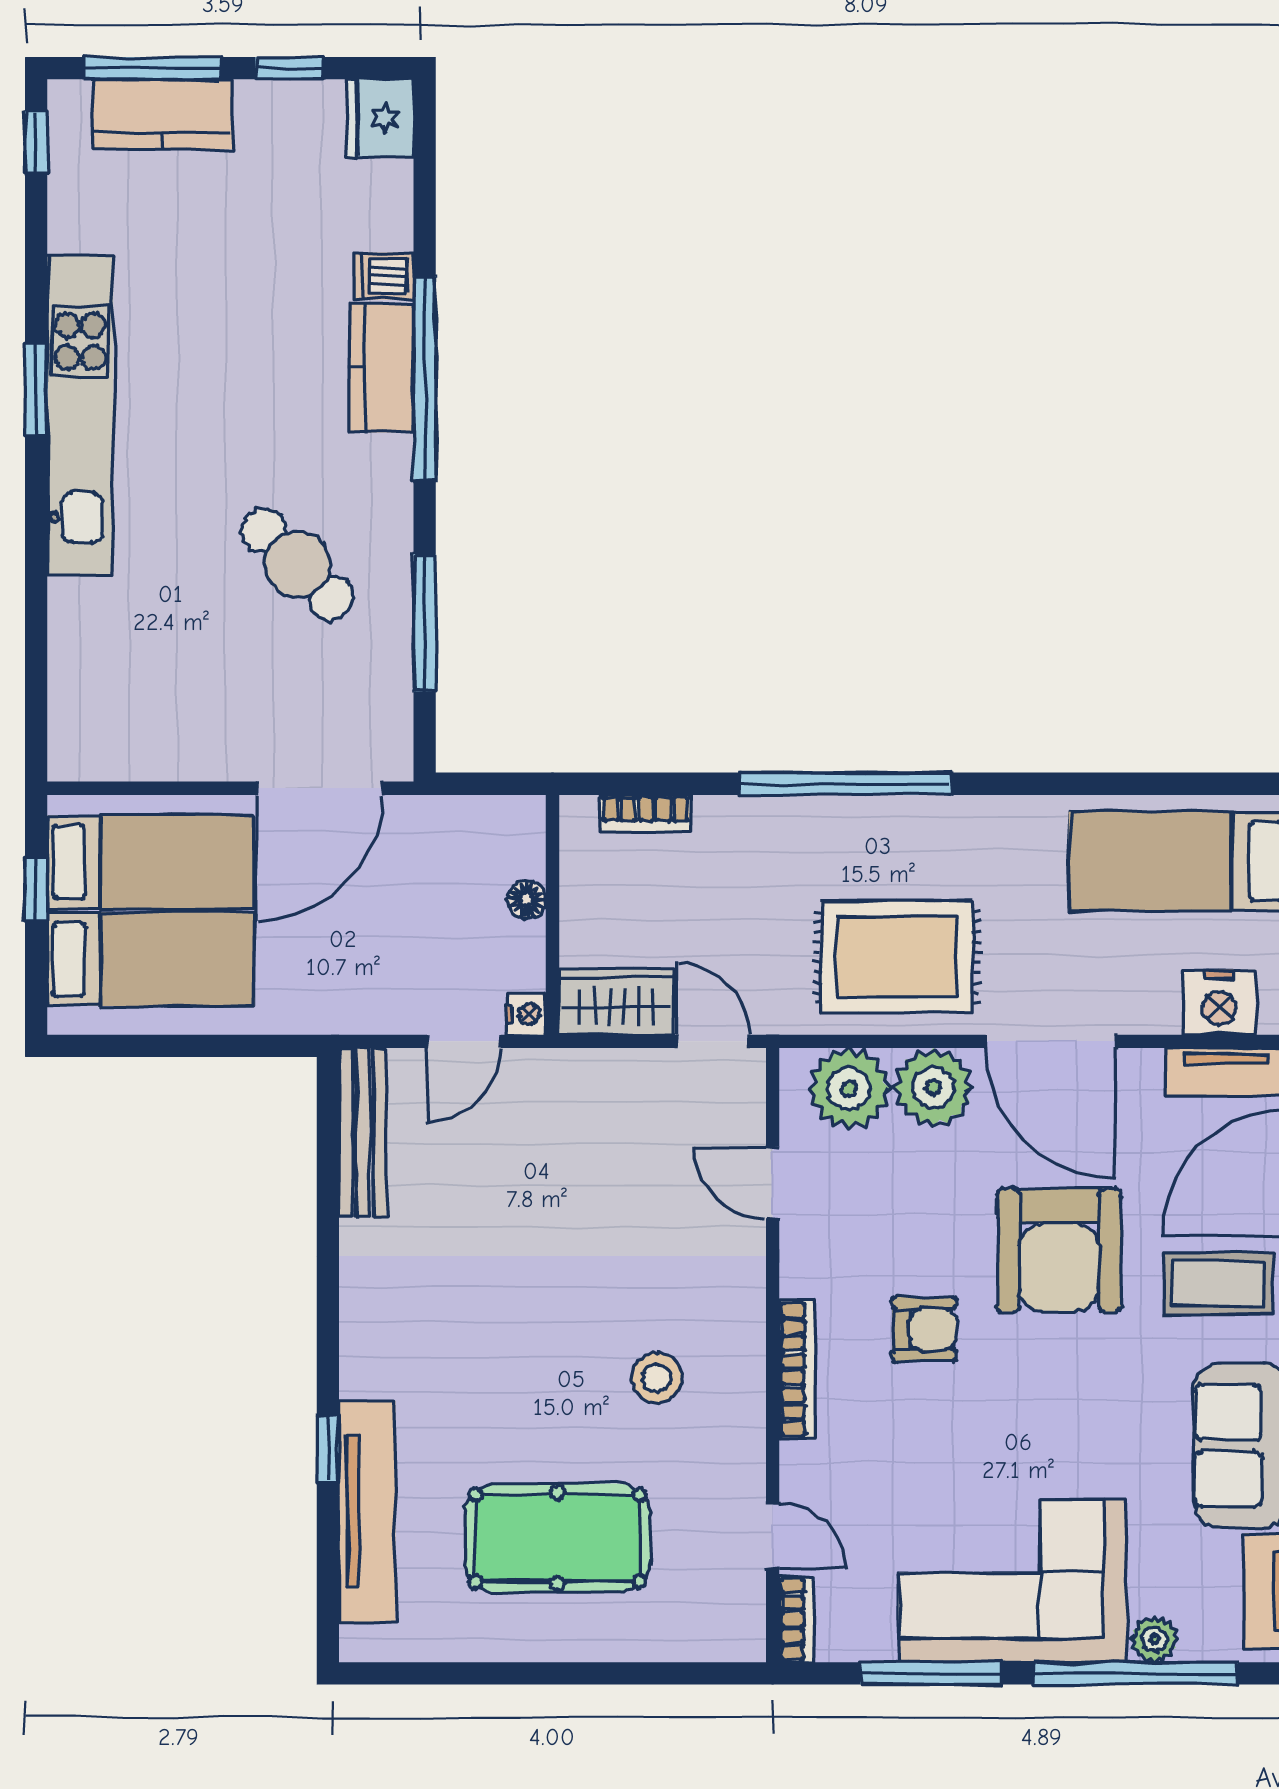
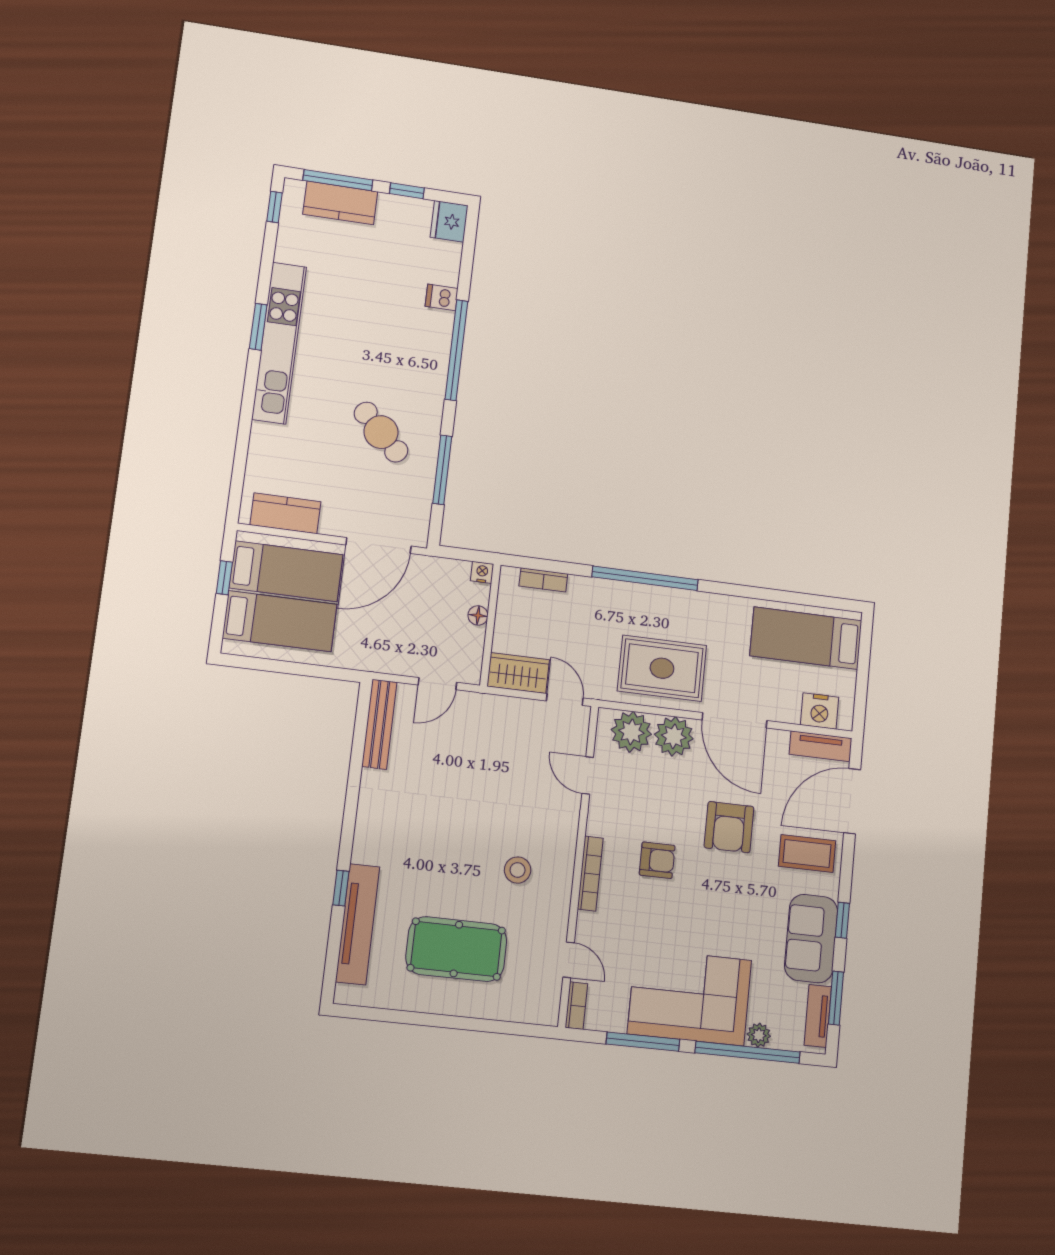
kitchen counter: (382, 368) -> (285, 513), moved, turned 90
nightstand: (526, 1014) -> (482, 572), moved, turned -90
armchair: (1059, 1250) -> (729, 827), width x0.73, depth x0.73

